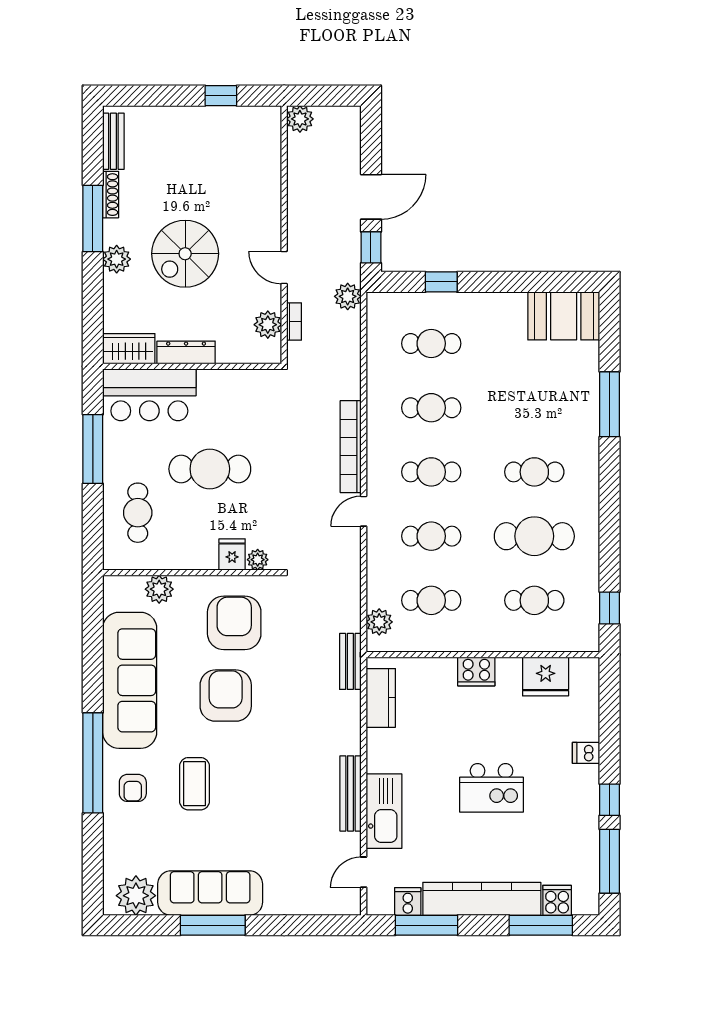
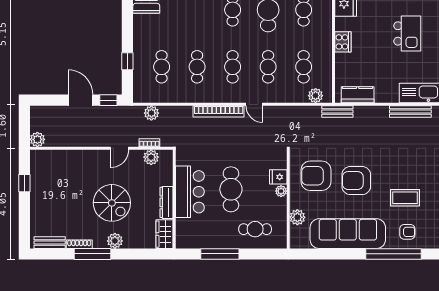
plant: (348, 296) -> (151, 113), moved
bar counter: (149, 395) -> (190, 192), moved
plant: (258, 560) -> (281, 191), moved

